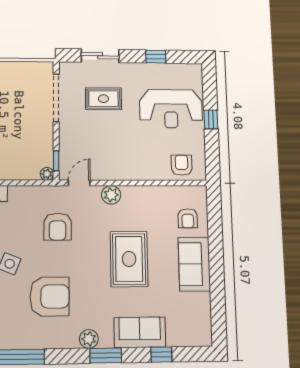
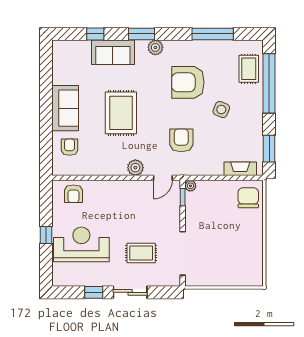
sliding door: (100, 56) -> (130, 292), moved

